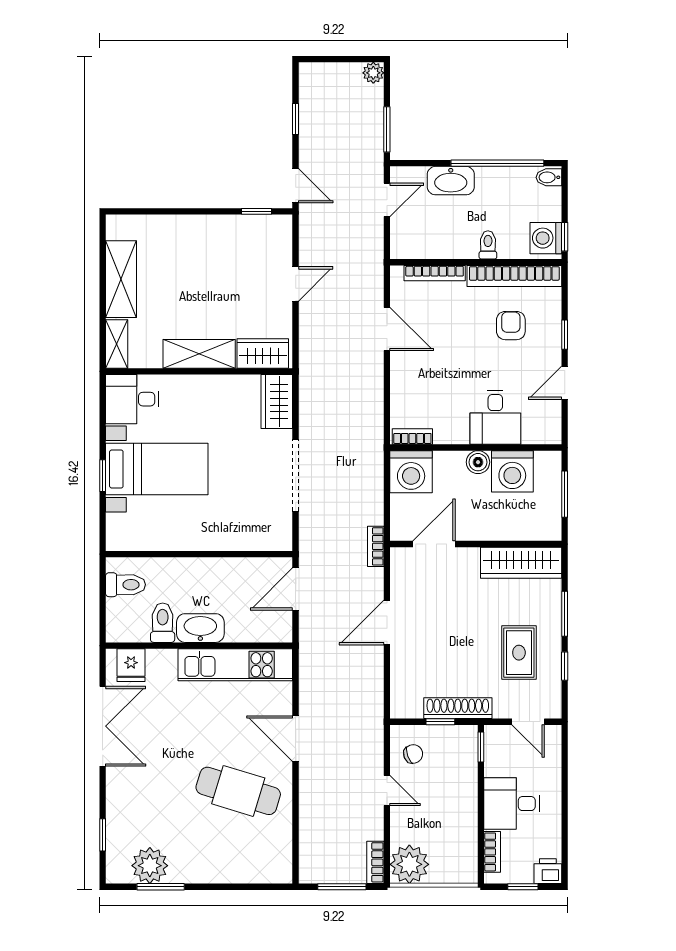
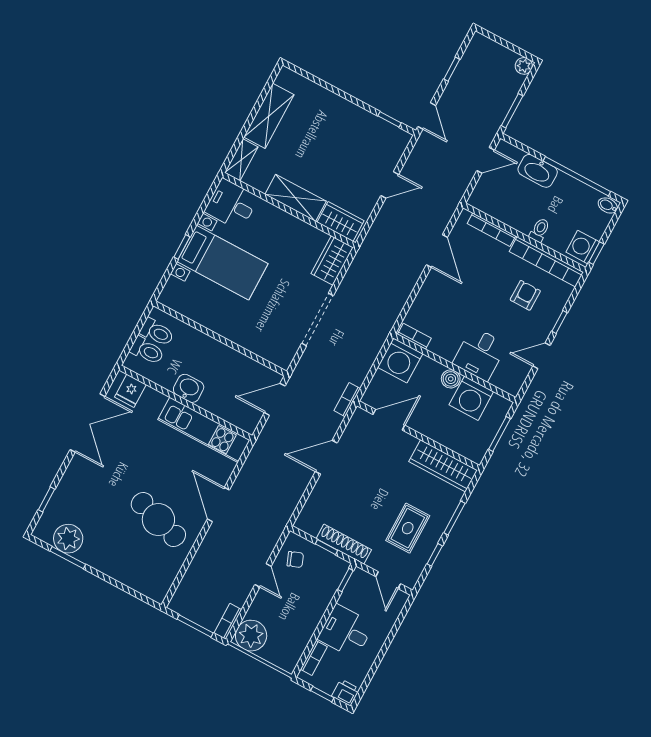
toilet: (163, 623) -> (147, 351), moved, turned 90
washbasin: (200, 628) -> (189, 388), width x0.72

